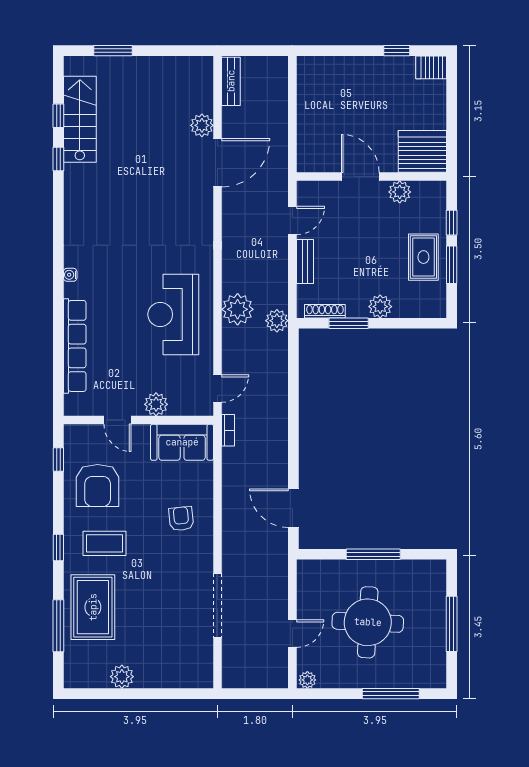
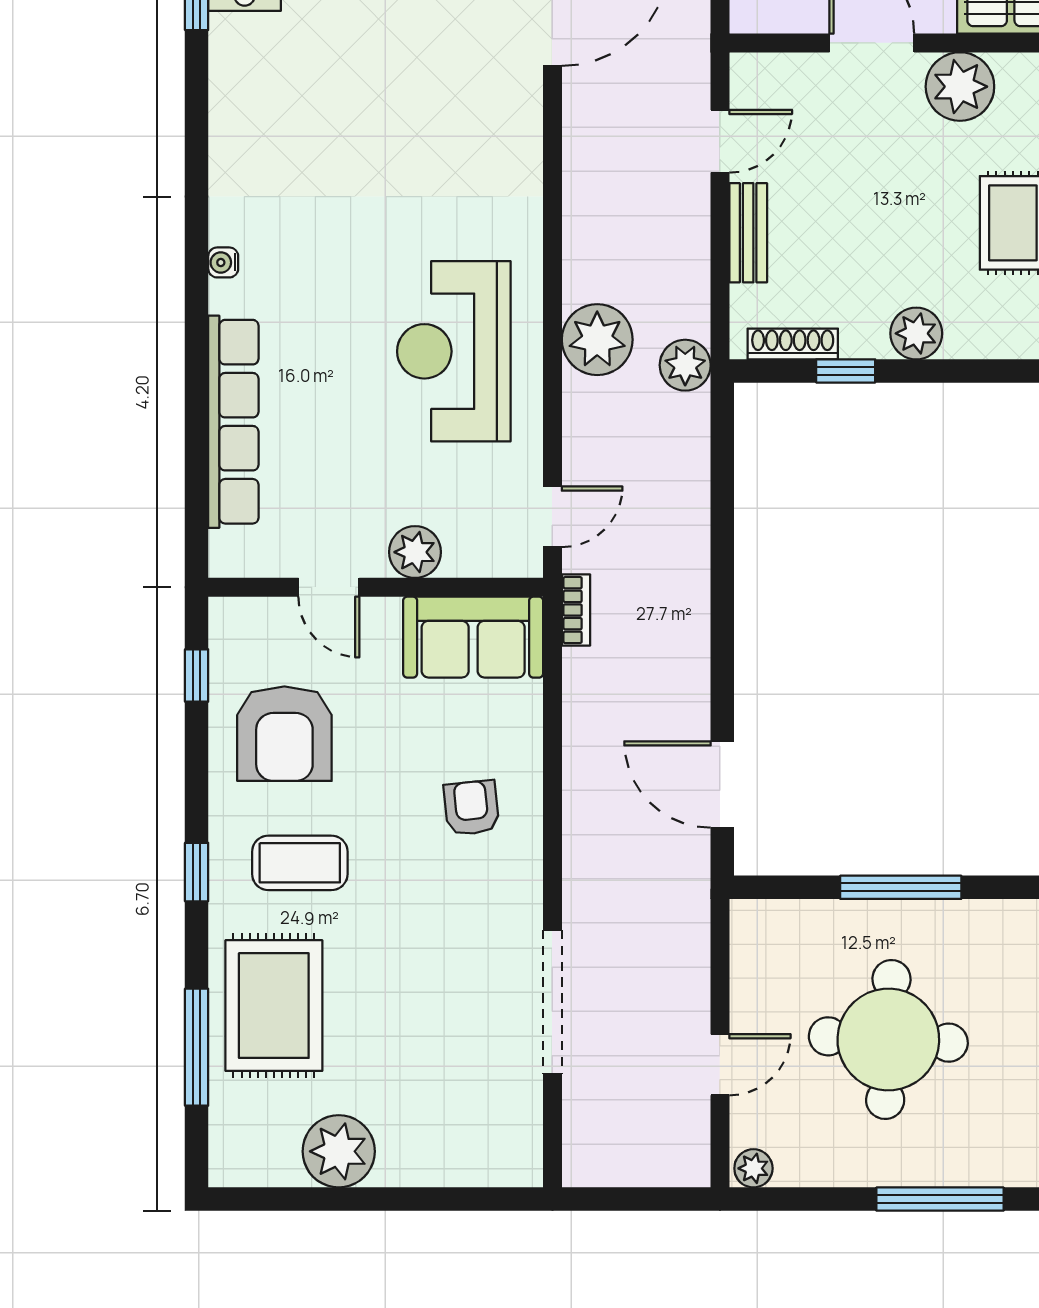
plant: (400, 192) -> (960, 87), width x1.36, depth x1.36
window: (349, 323) -> (846, 371), width x0.67
plant: (122, 677) -> (339, 1151), width x1.36, depth x1.36

